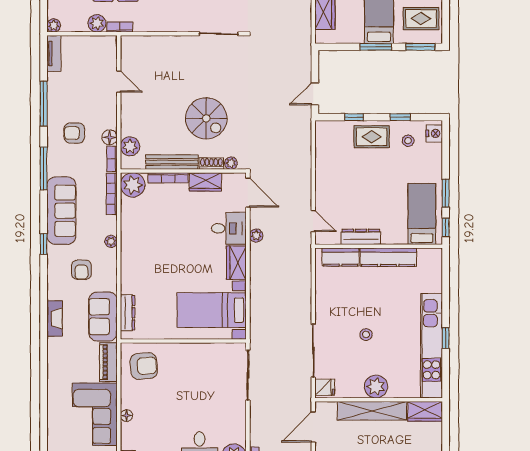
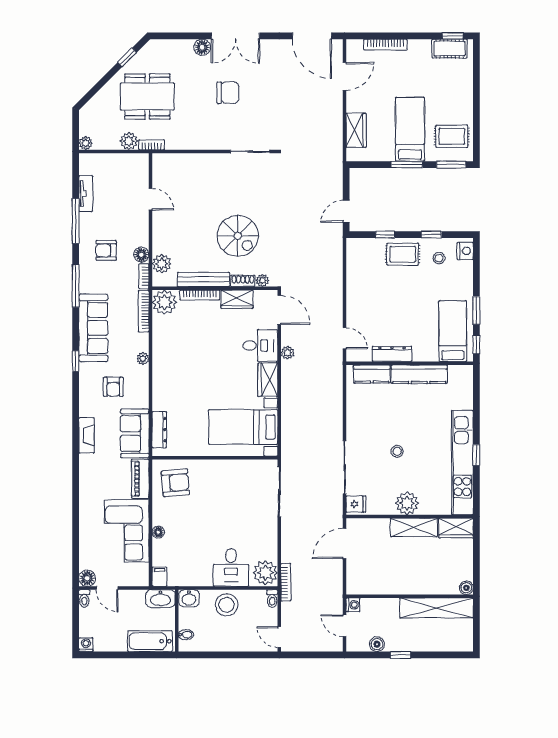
tv unit: (54, 53) -> (86, 194), moved
shelving: (372, 411) -> (414, 527), width x0.68

